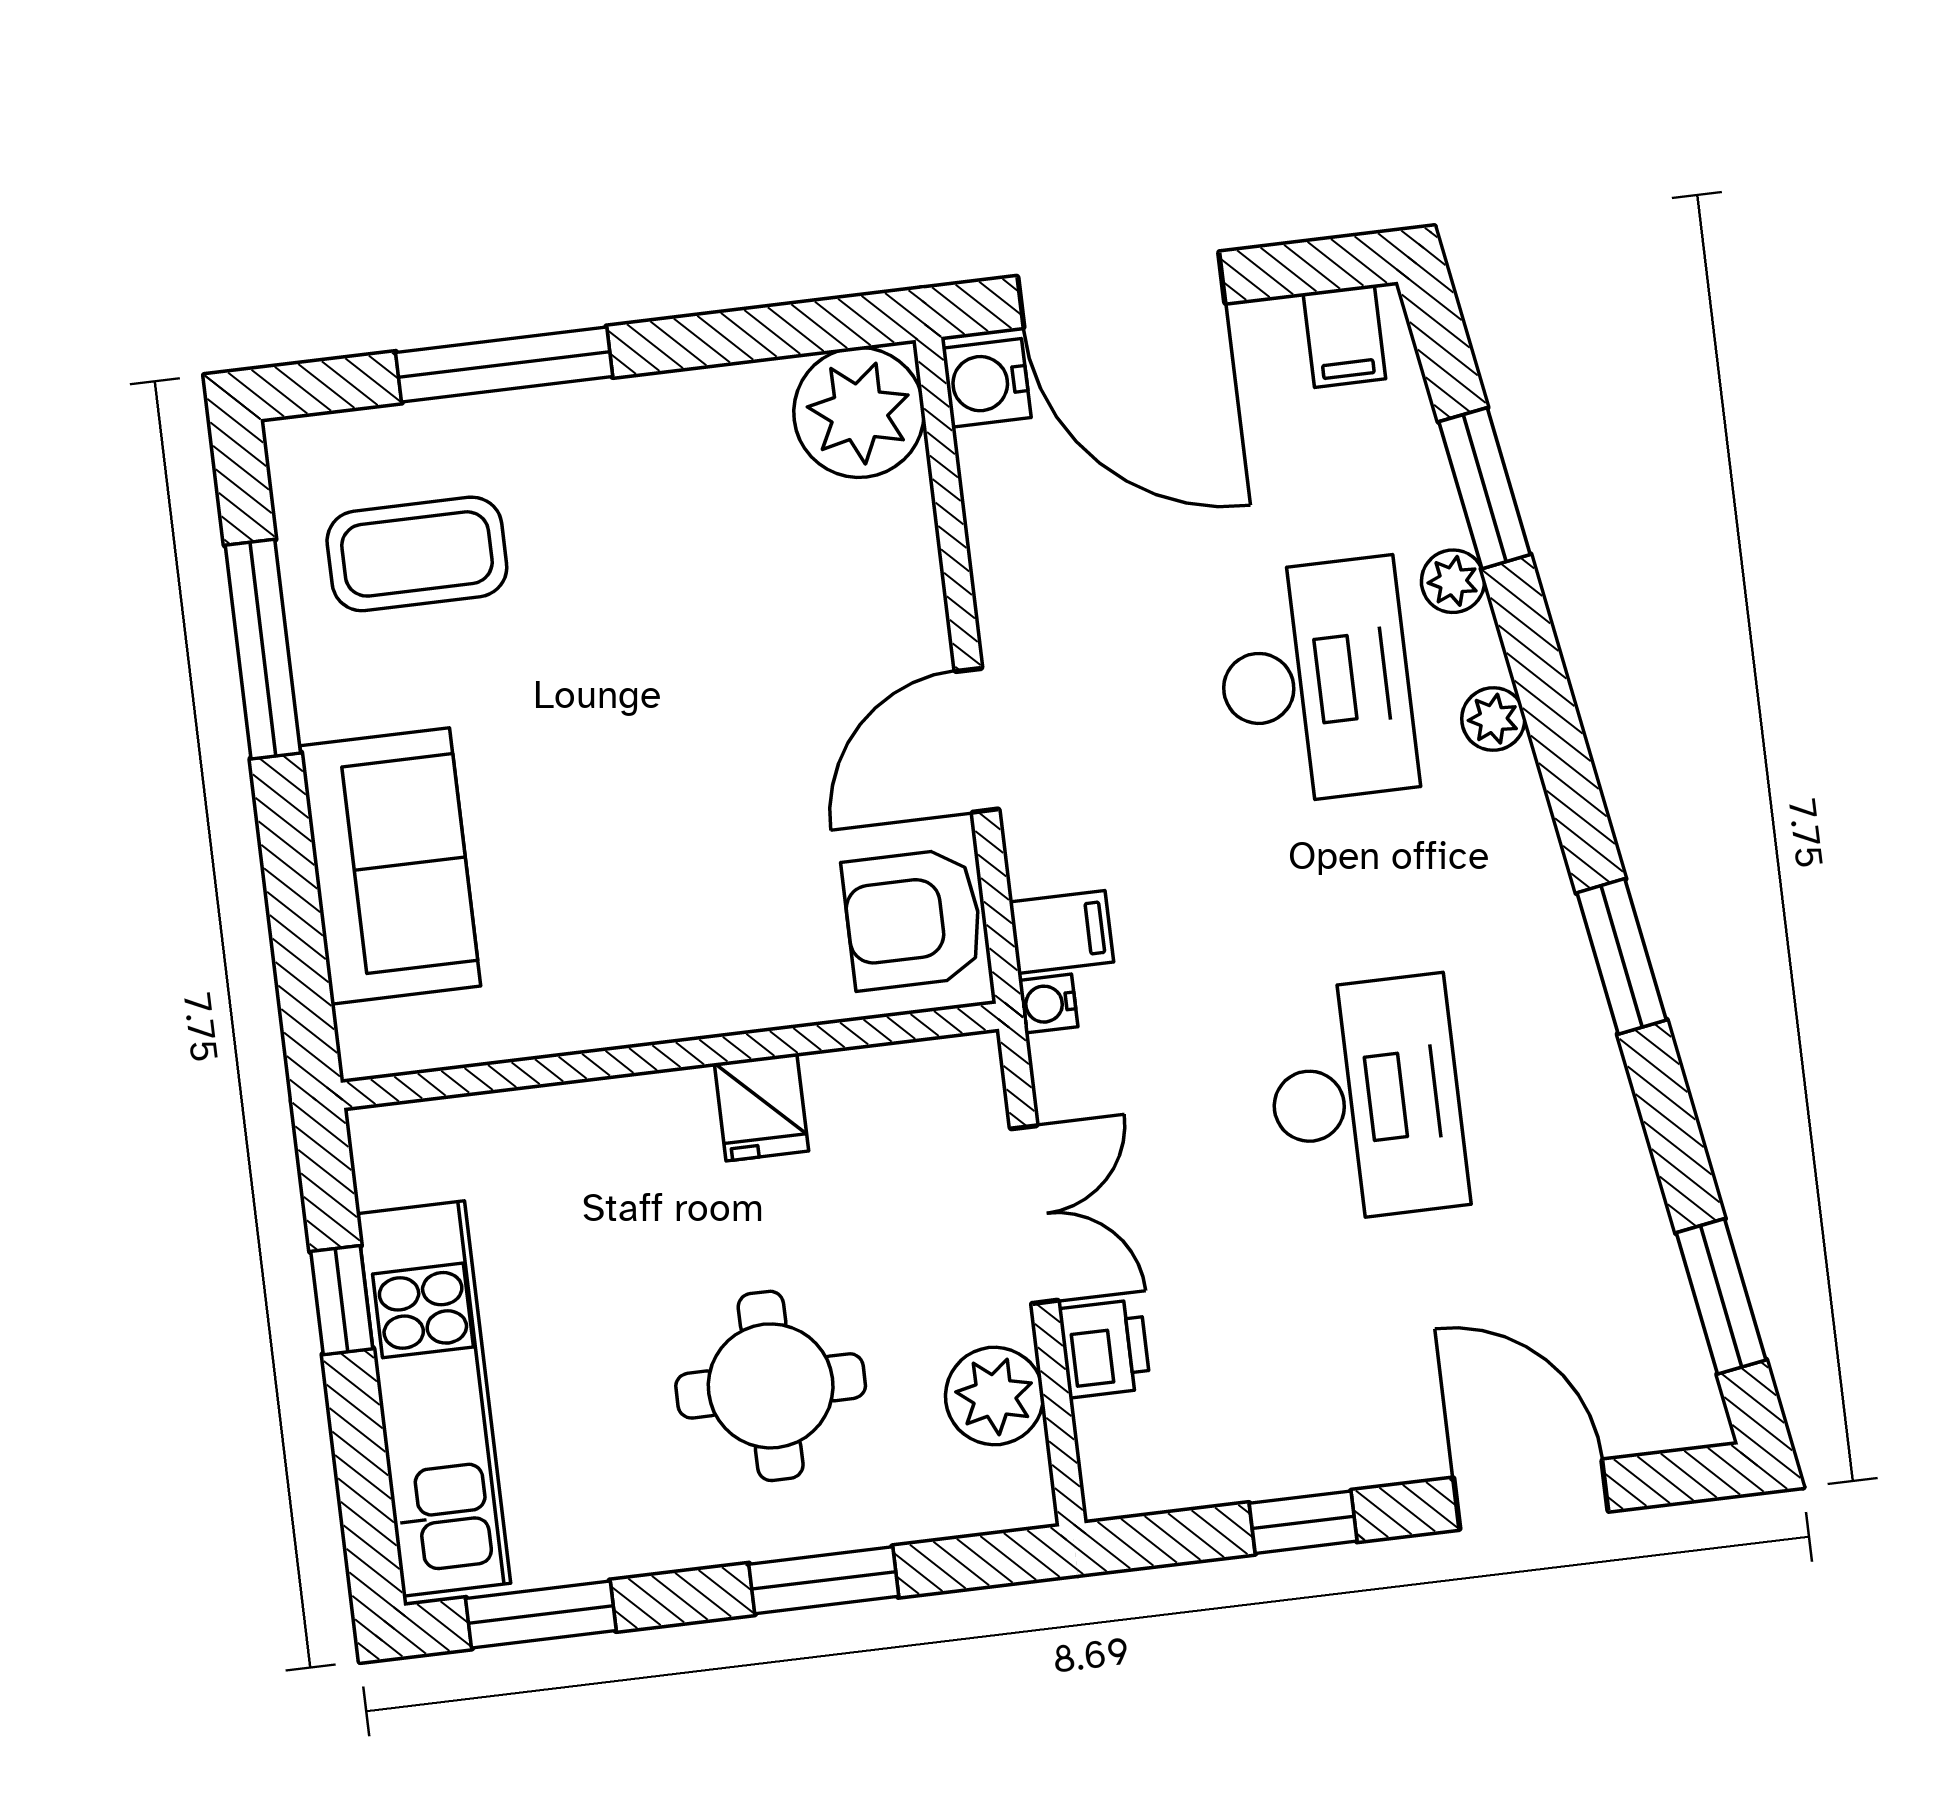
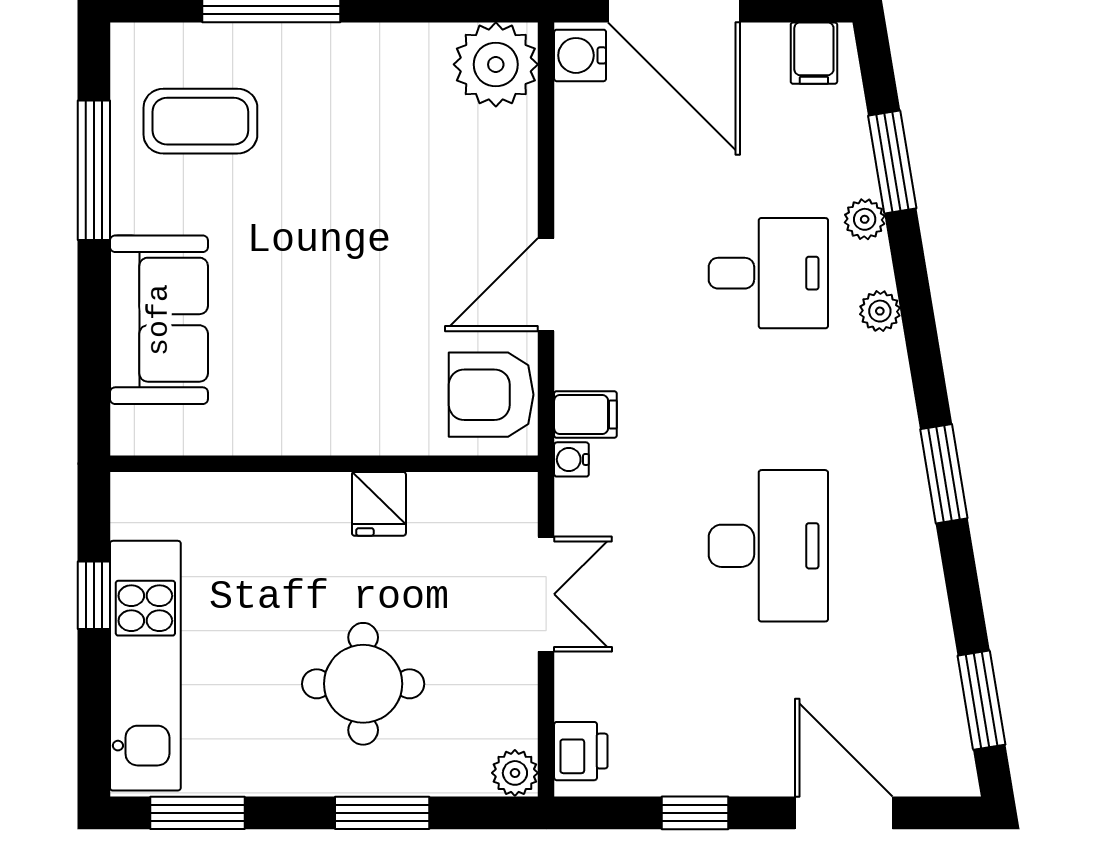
desk: (1315, 682) -> (768, 273), width x0.73
printer: (1105, 1349) -> (581, 751), moved
plant: (994, 1396) -> (515, 773), moved, width x0.73, depth x0.73

